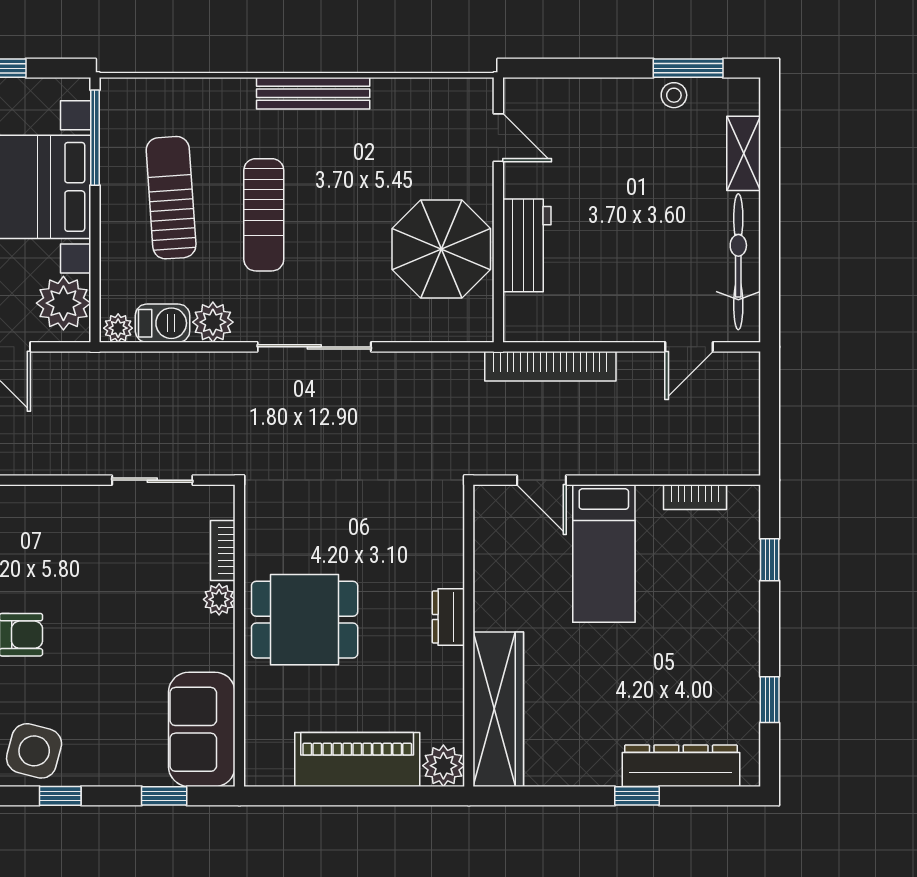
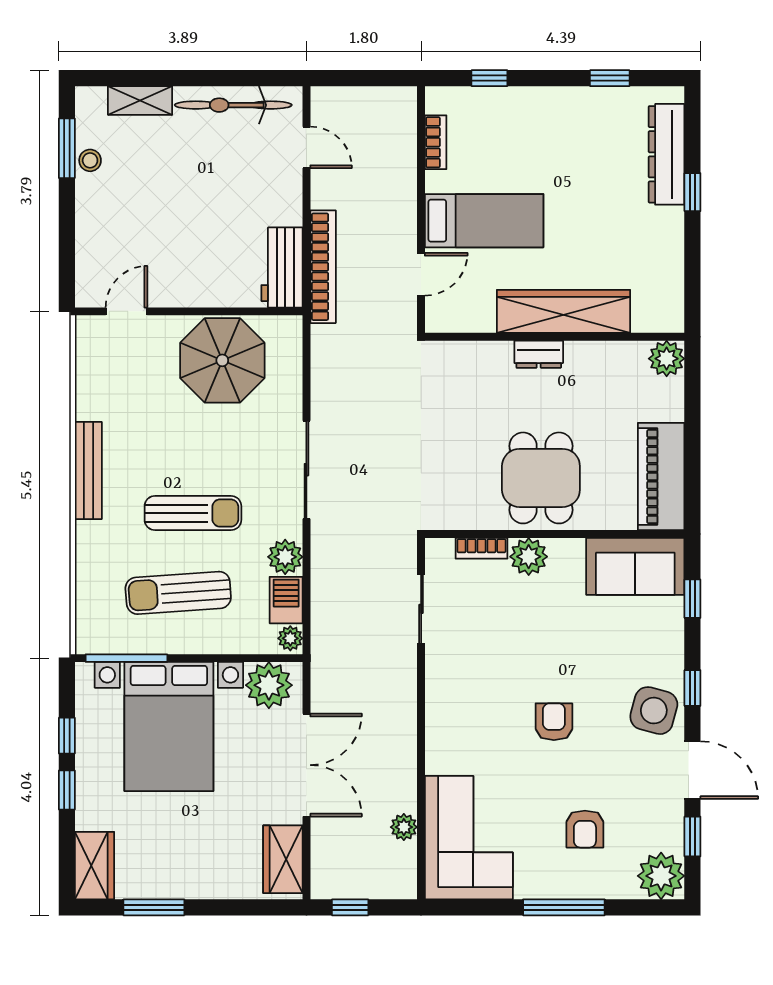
workbench: (527, 245) -> (282, 267), moved, turned -90
plant: (219, 599) -> (529, 557), width x1.38, depth x1.38
wardrobe: (498, 709) -> (564, 311), moved
piano: (357, 759) -> (661, 477), moved

